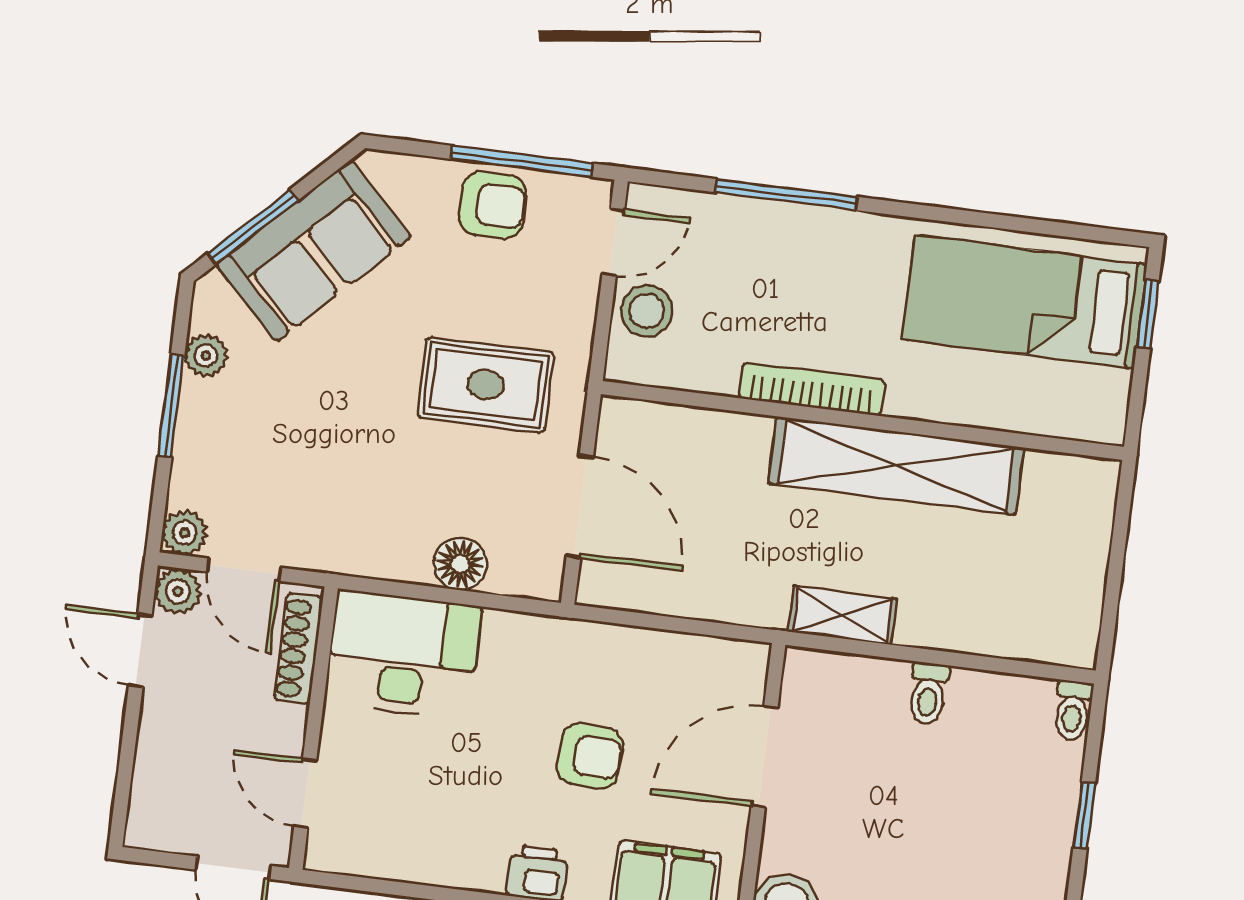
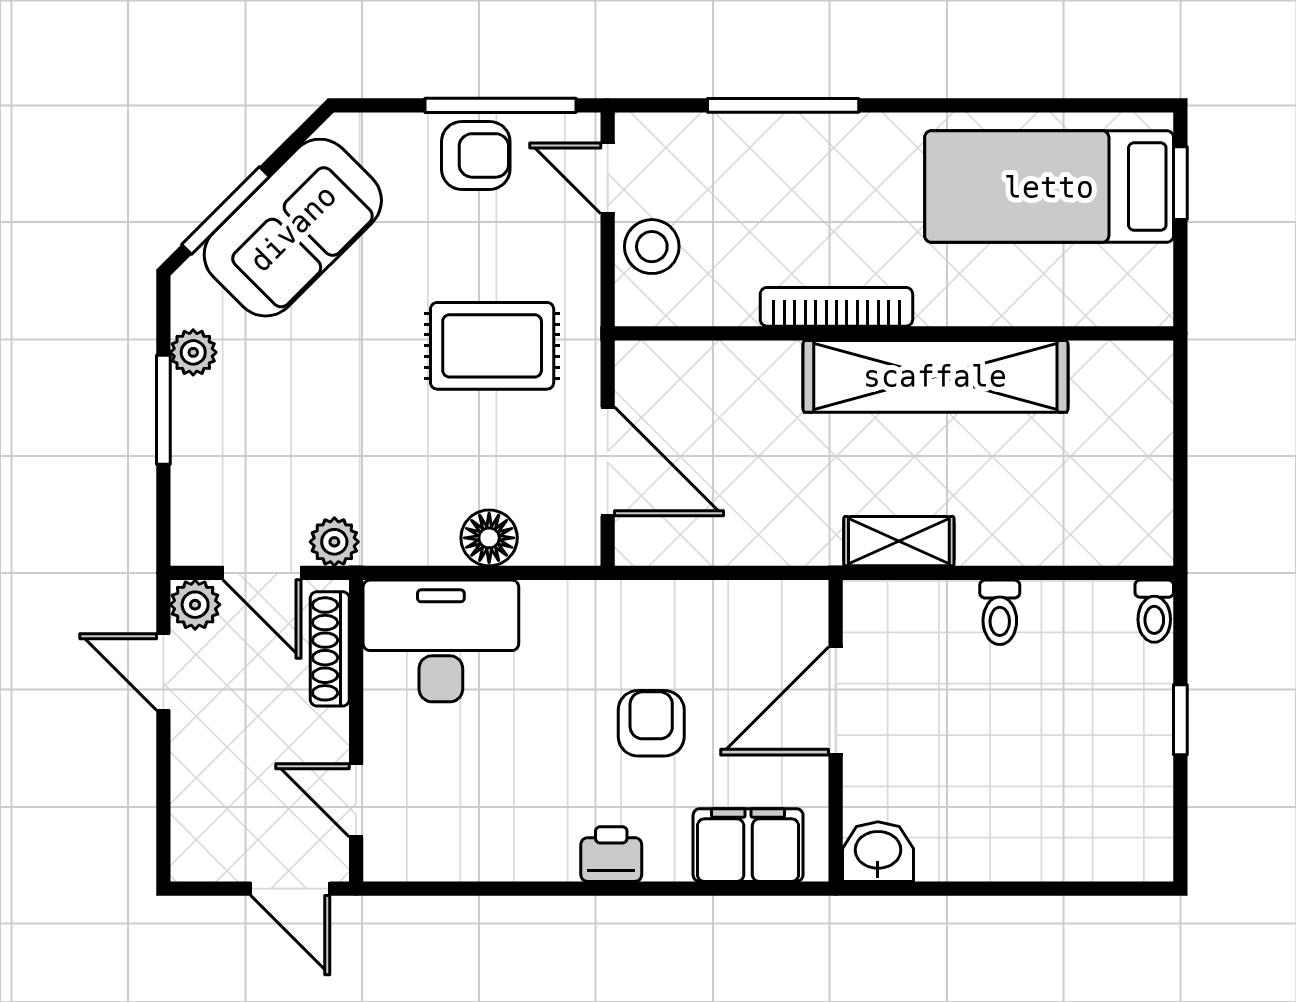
door: (613, 242) -> (608, 178), swing flipped
plant: (185, 533) -> (334, 542), moved
armchair: (590, 756) -> (651, 723), turned -94

